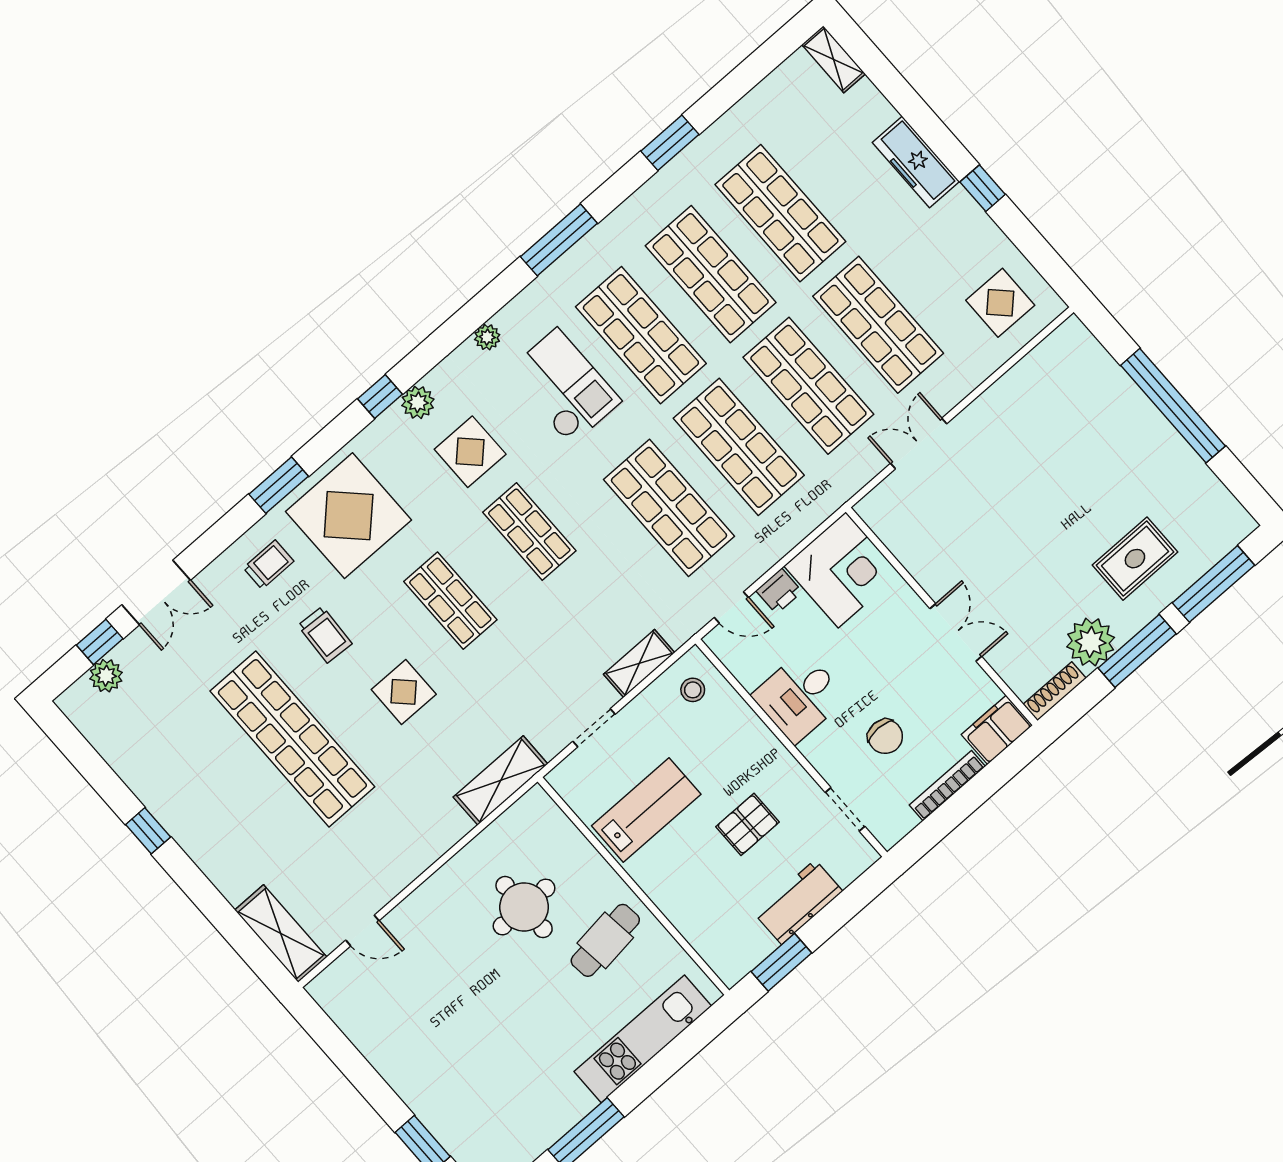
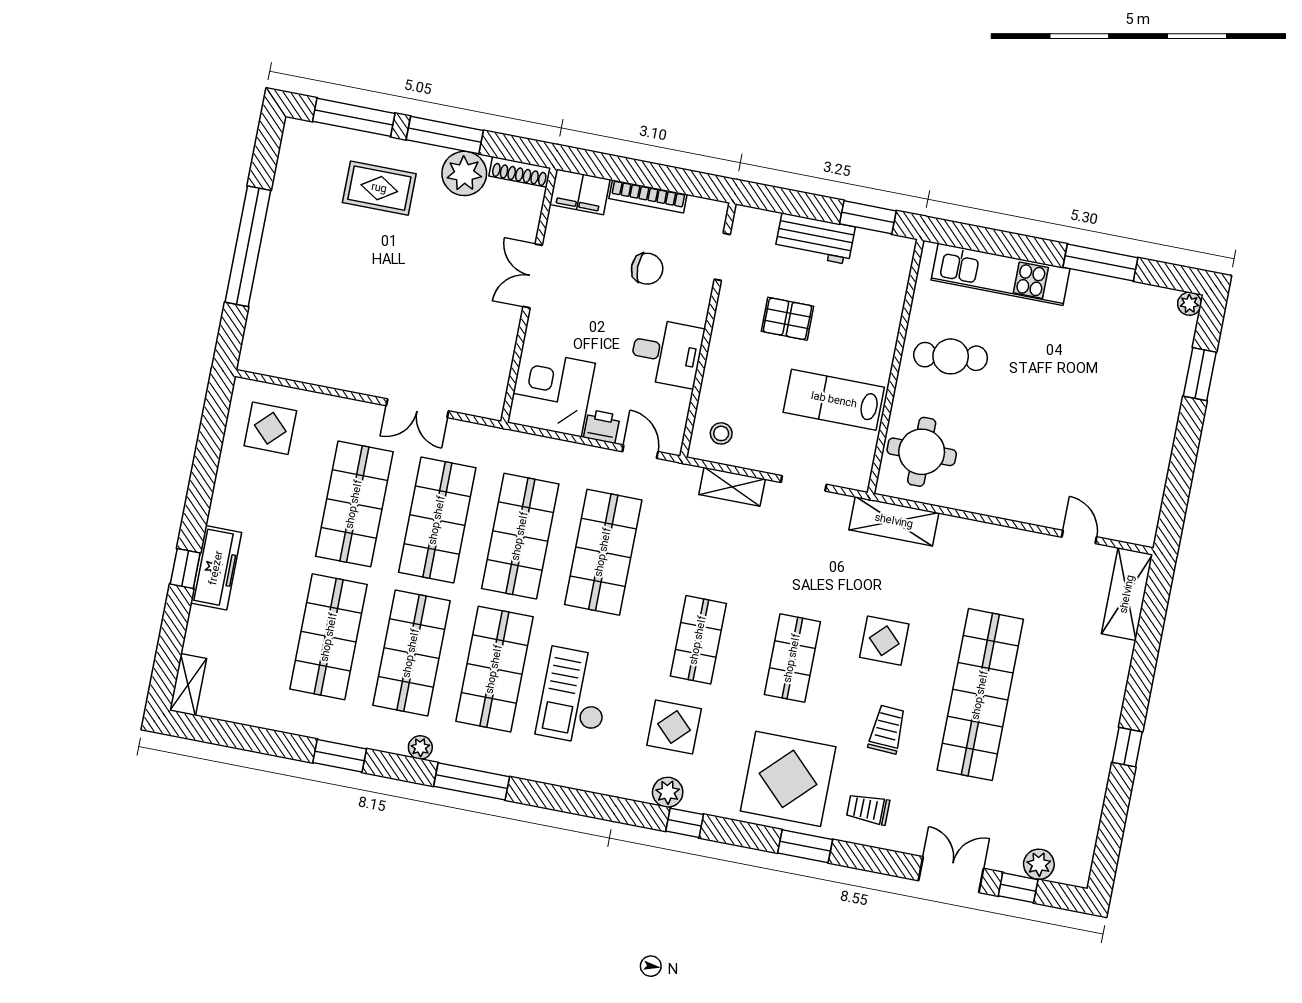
window: (983, 188) -> (185, 569), moved
plant: (487, 337) -> (420, 747), moved
chair: (885, 736) -> (647, 269), turned 90
round table: (524, 907) -> (922, 452), moved

